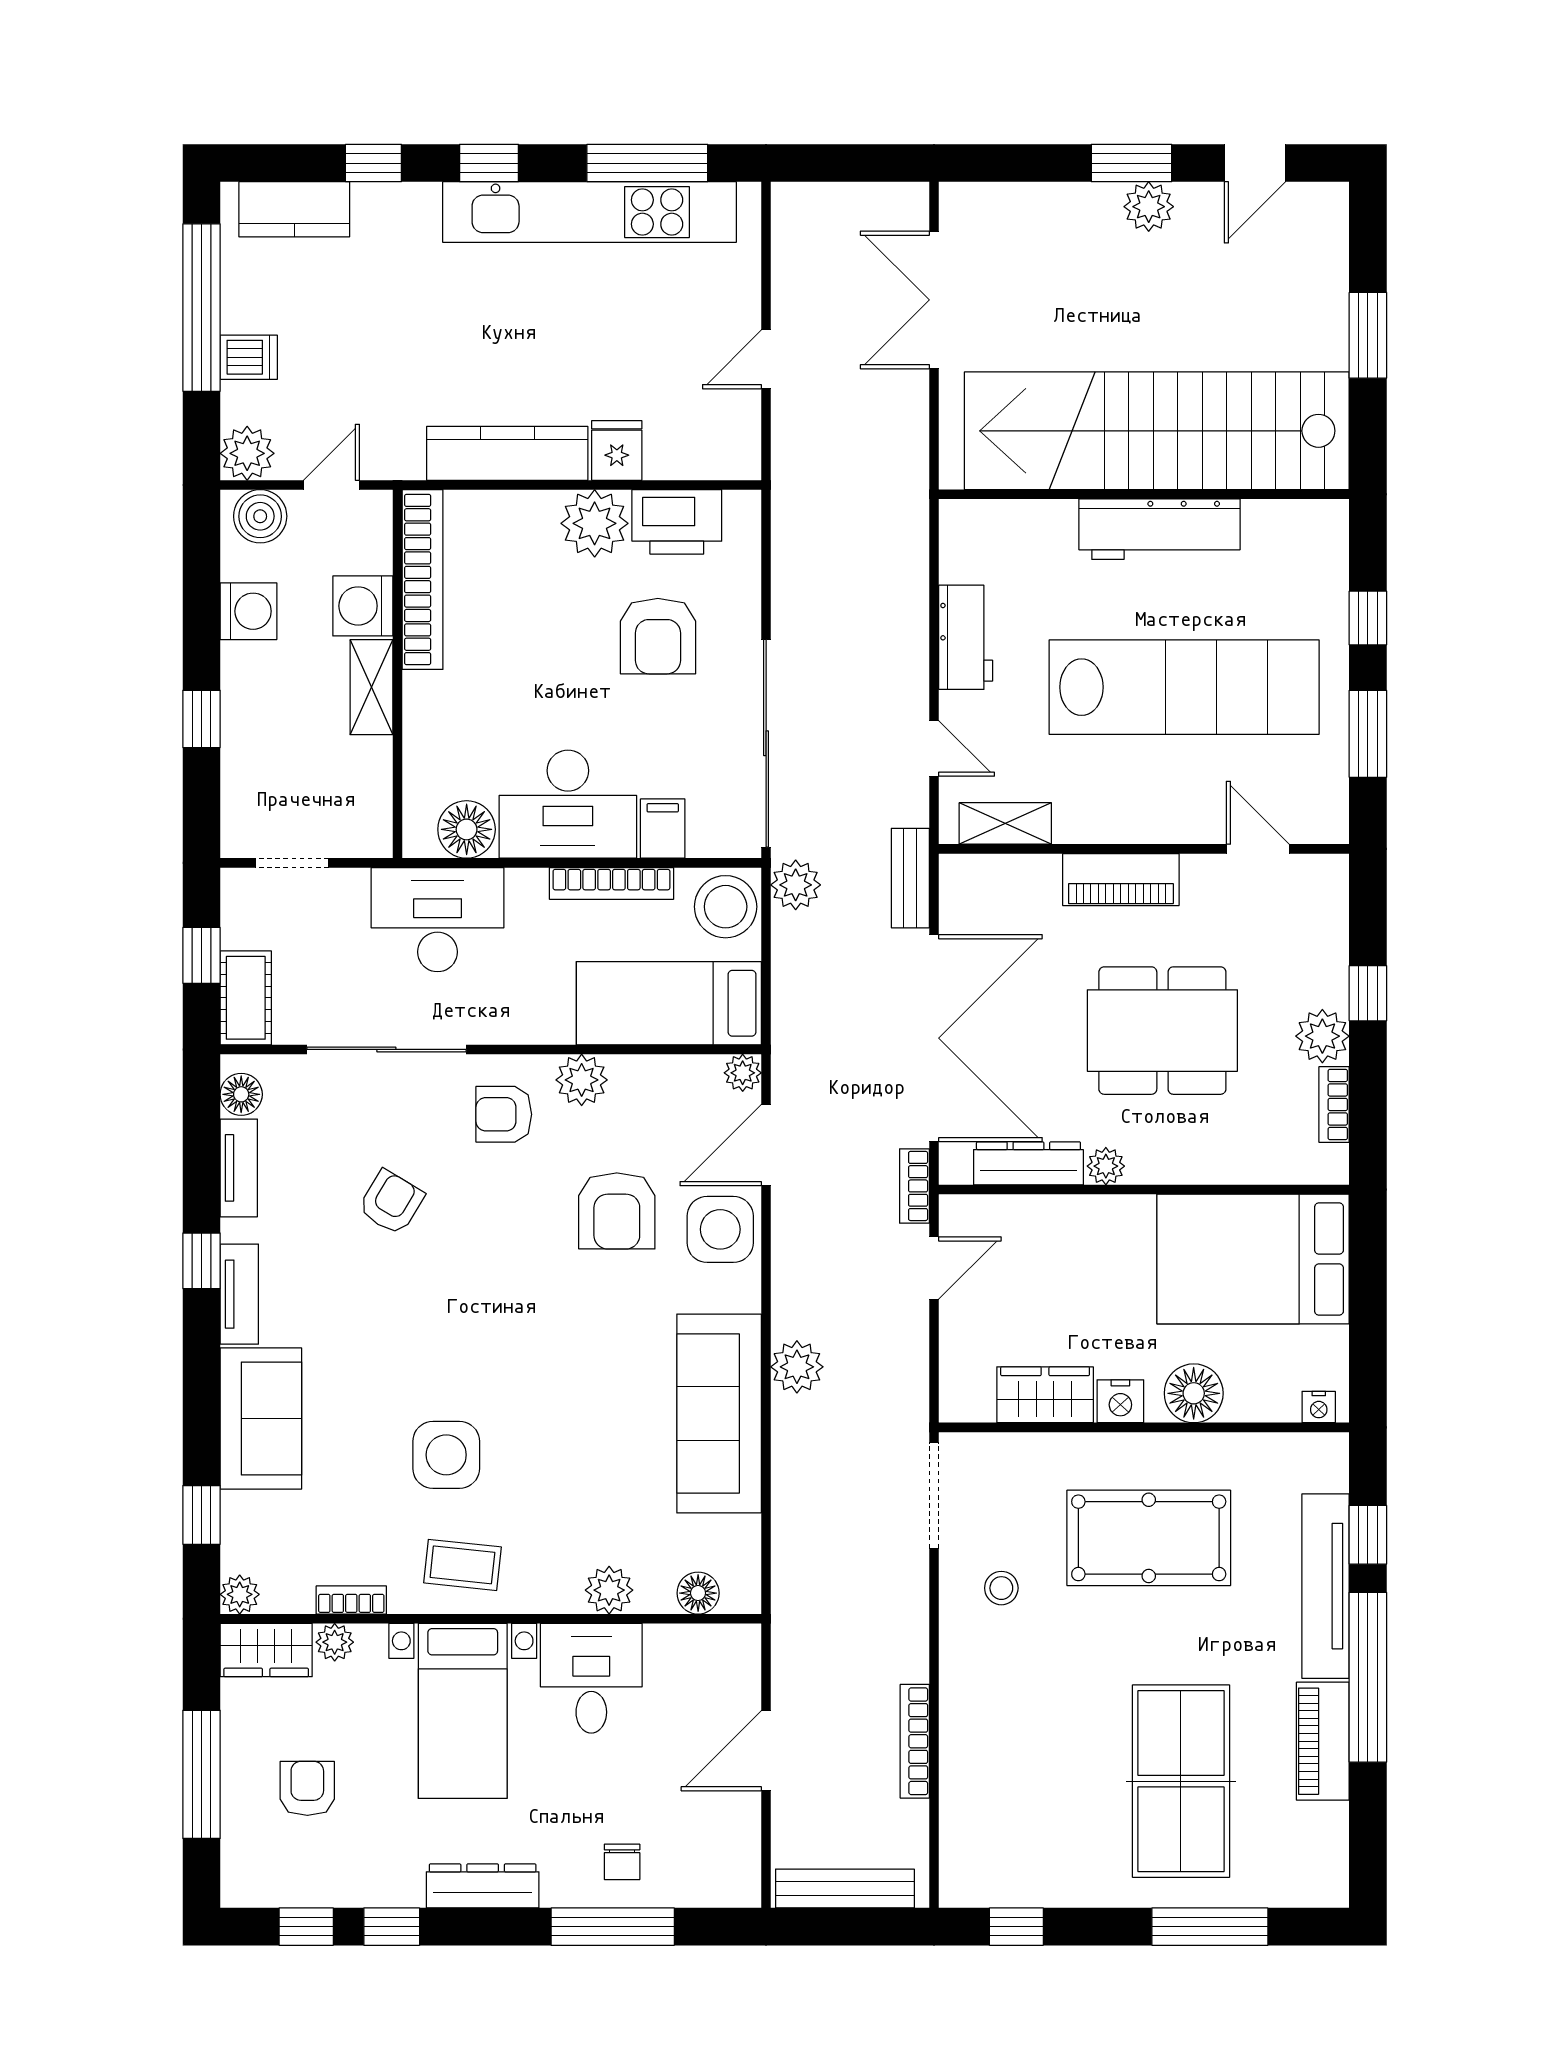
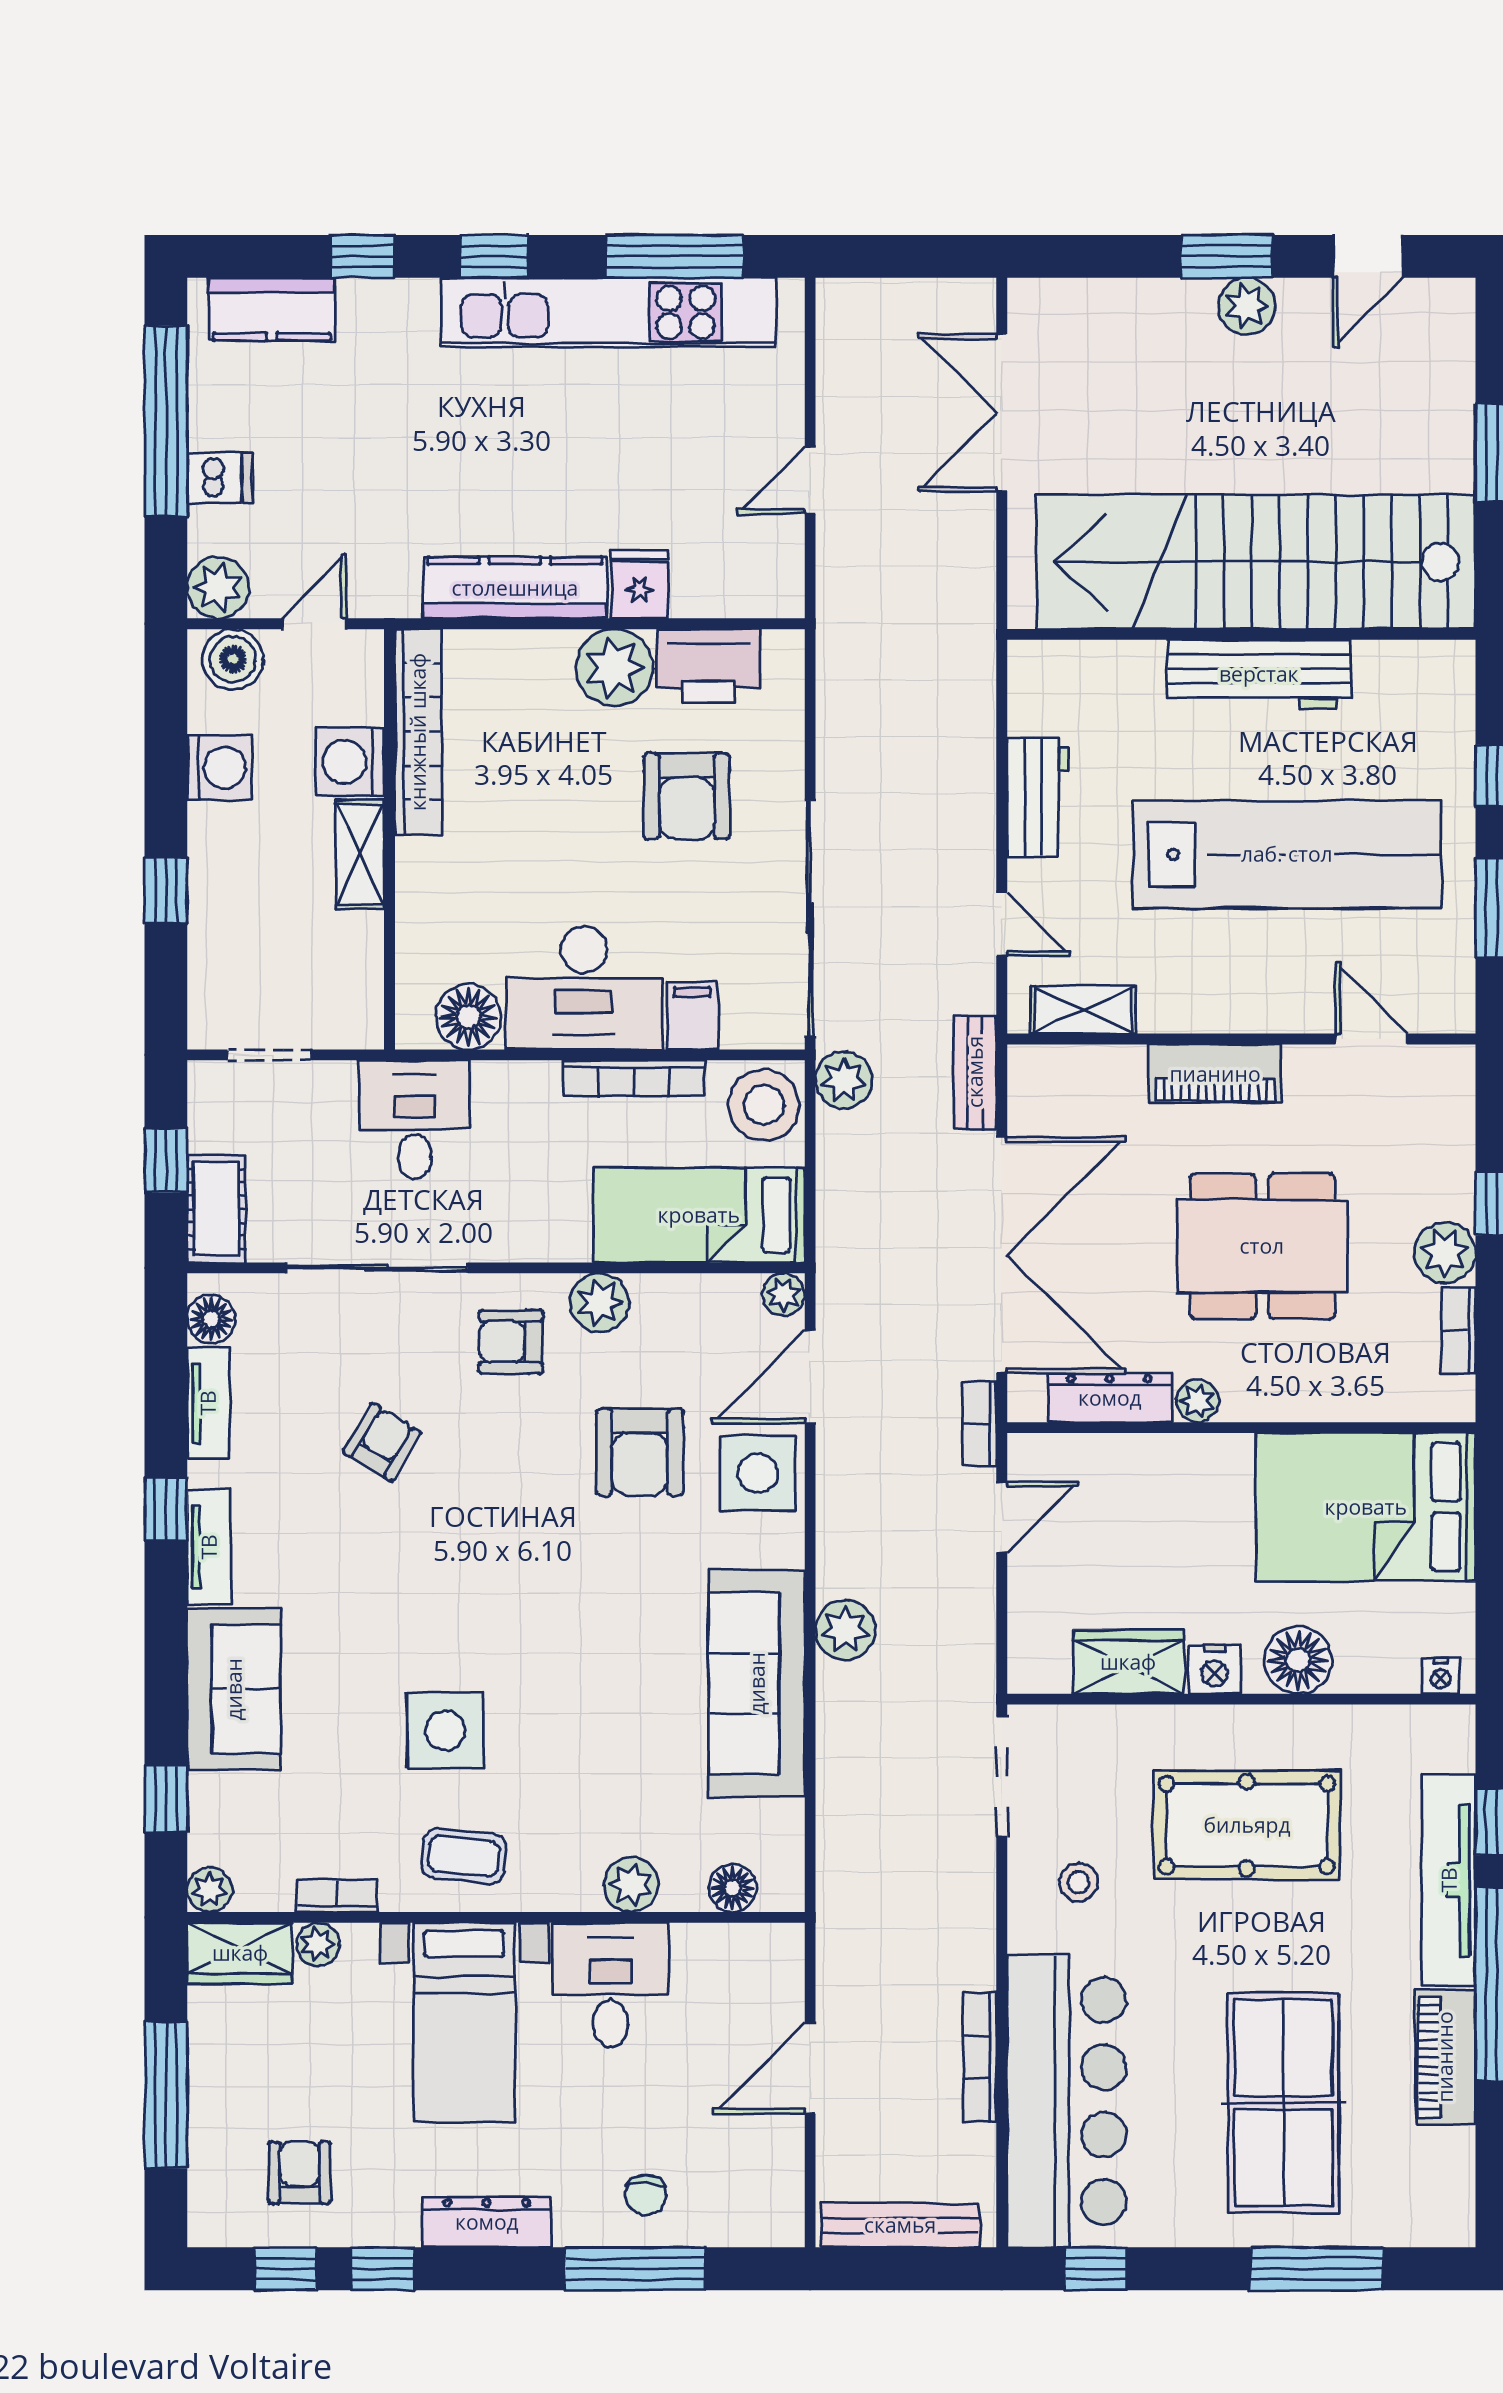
desk: (438, 920) -> (415, 1120), width x0.73
bar counter: (991, 1780) -> (1067, 2101), added
armchair: (307, 1788) -> (300, 2173), moved

